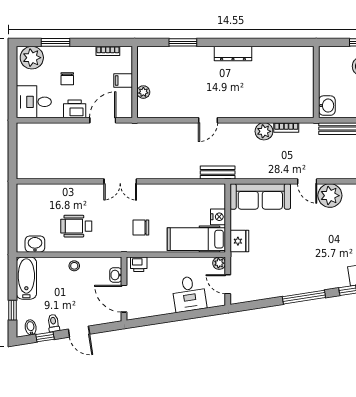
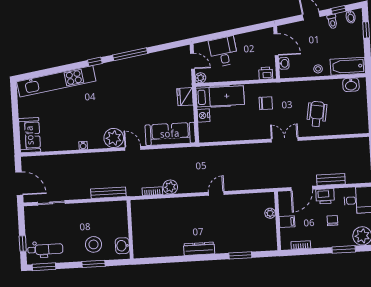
washbasin: (327, 106) -> (122, 246), moved
bench: (218, 172) -> (331, 180), moved
wheelchair: (76, 226) -> (317, 114), moved, turned -81
bathtub: (26, 278) -> (348, 66), moved, turned 90

